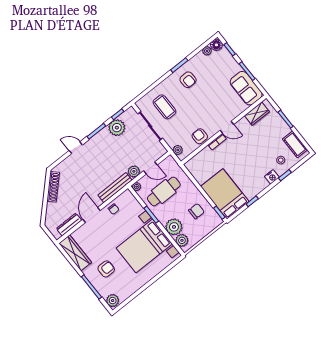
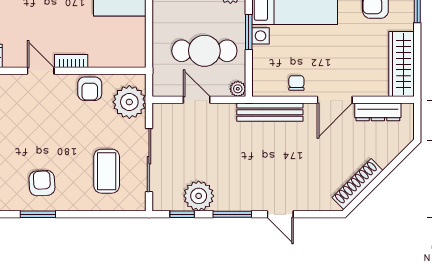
plant: (178, 150) -> (129, 102), width x1.87, depth x1.87
plant: (134, 171) -> (224, 114), removed

